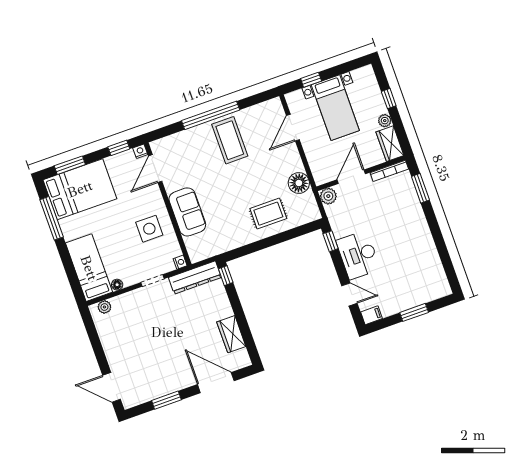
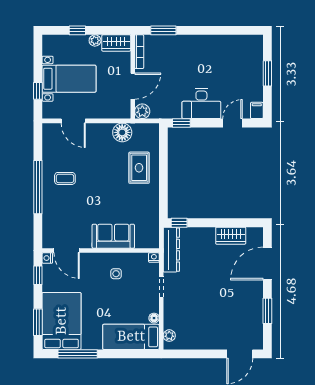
coffee table: (230, 140) -> (65, 178), width x0.54, depth x0.58
door: (351, 177) -> (133, 86), swing flipped
side table: (149, 229) -> (116, 274), width x0.54, depth x0.54

